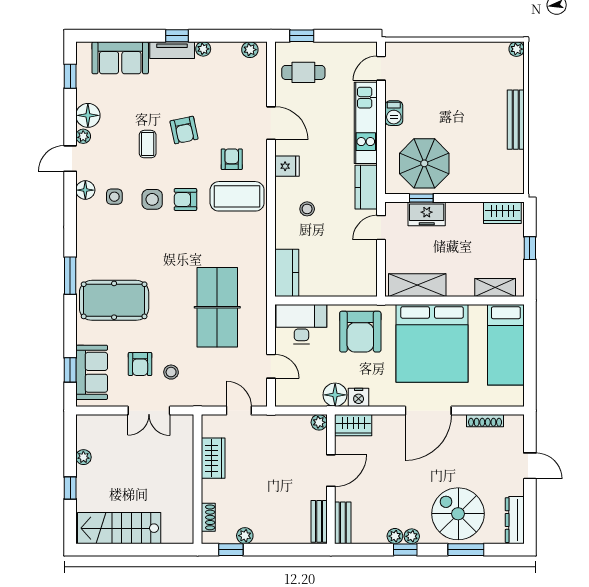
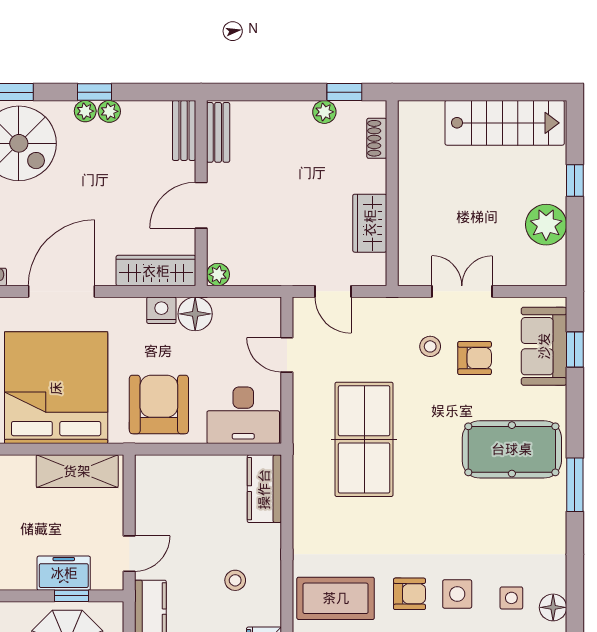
armchair: (140, 364) -> (475, 358), turned 90
wardrobe: (353, 425) -> (156, 271), width x1.50
plant: (83, 457) -> (546, 225), width x1.87, depth x1.87

